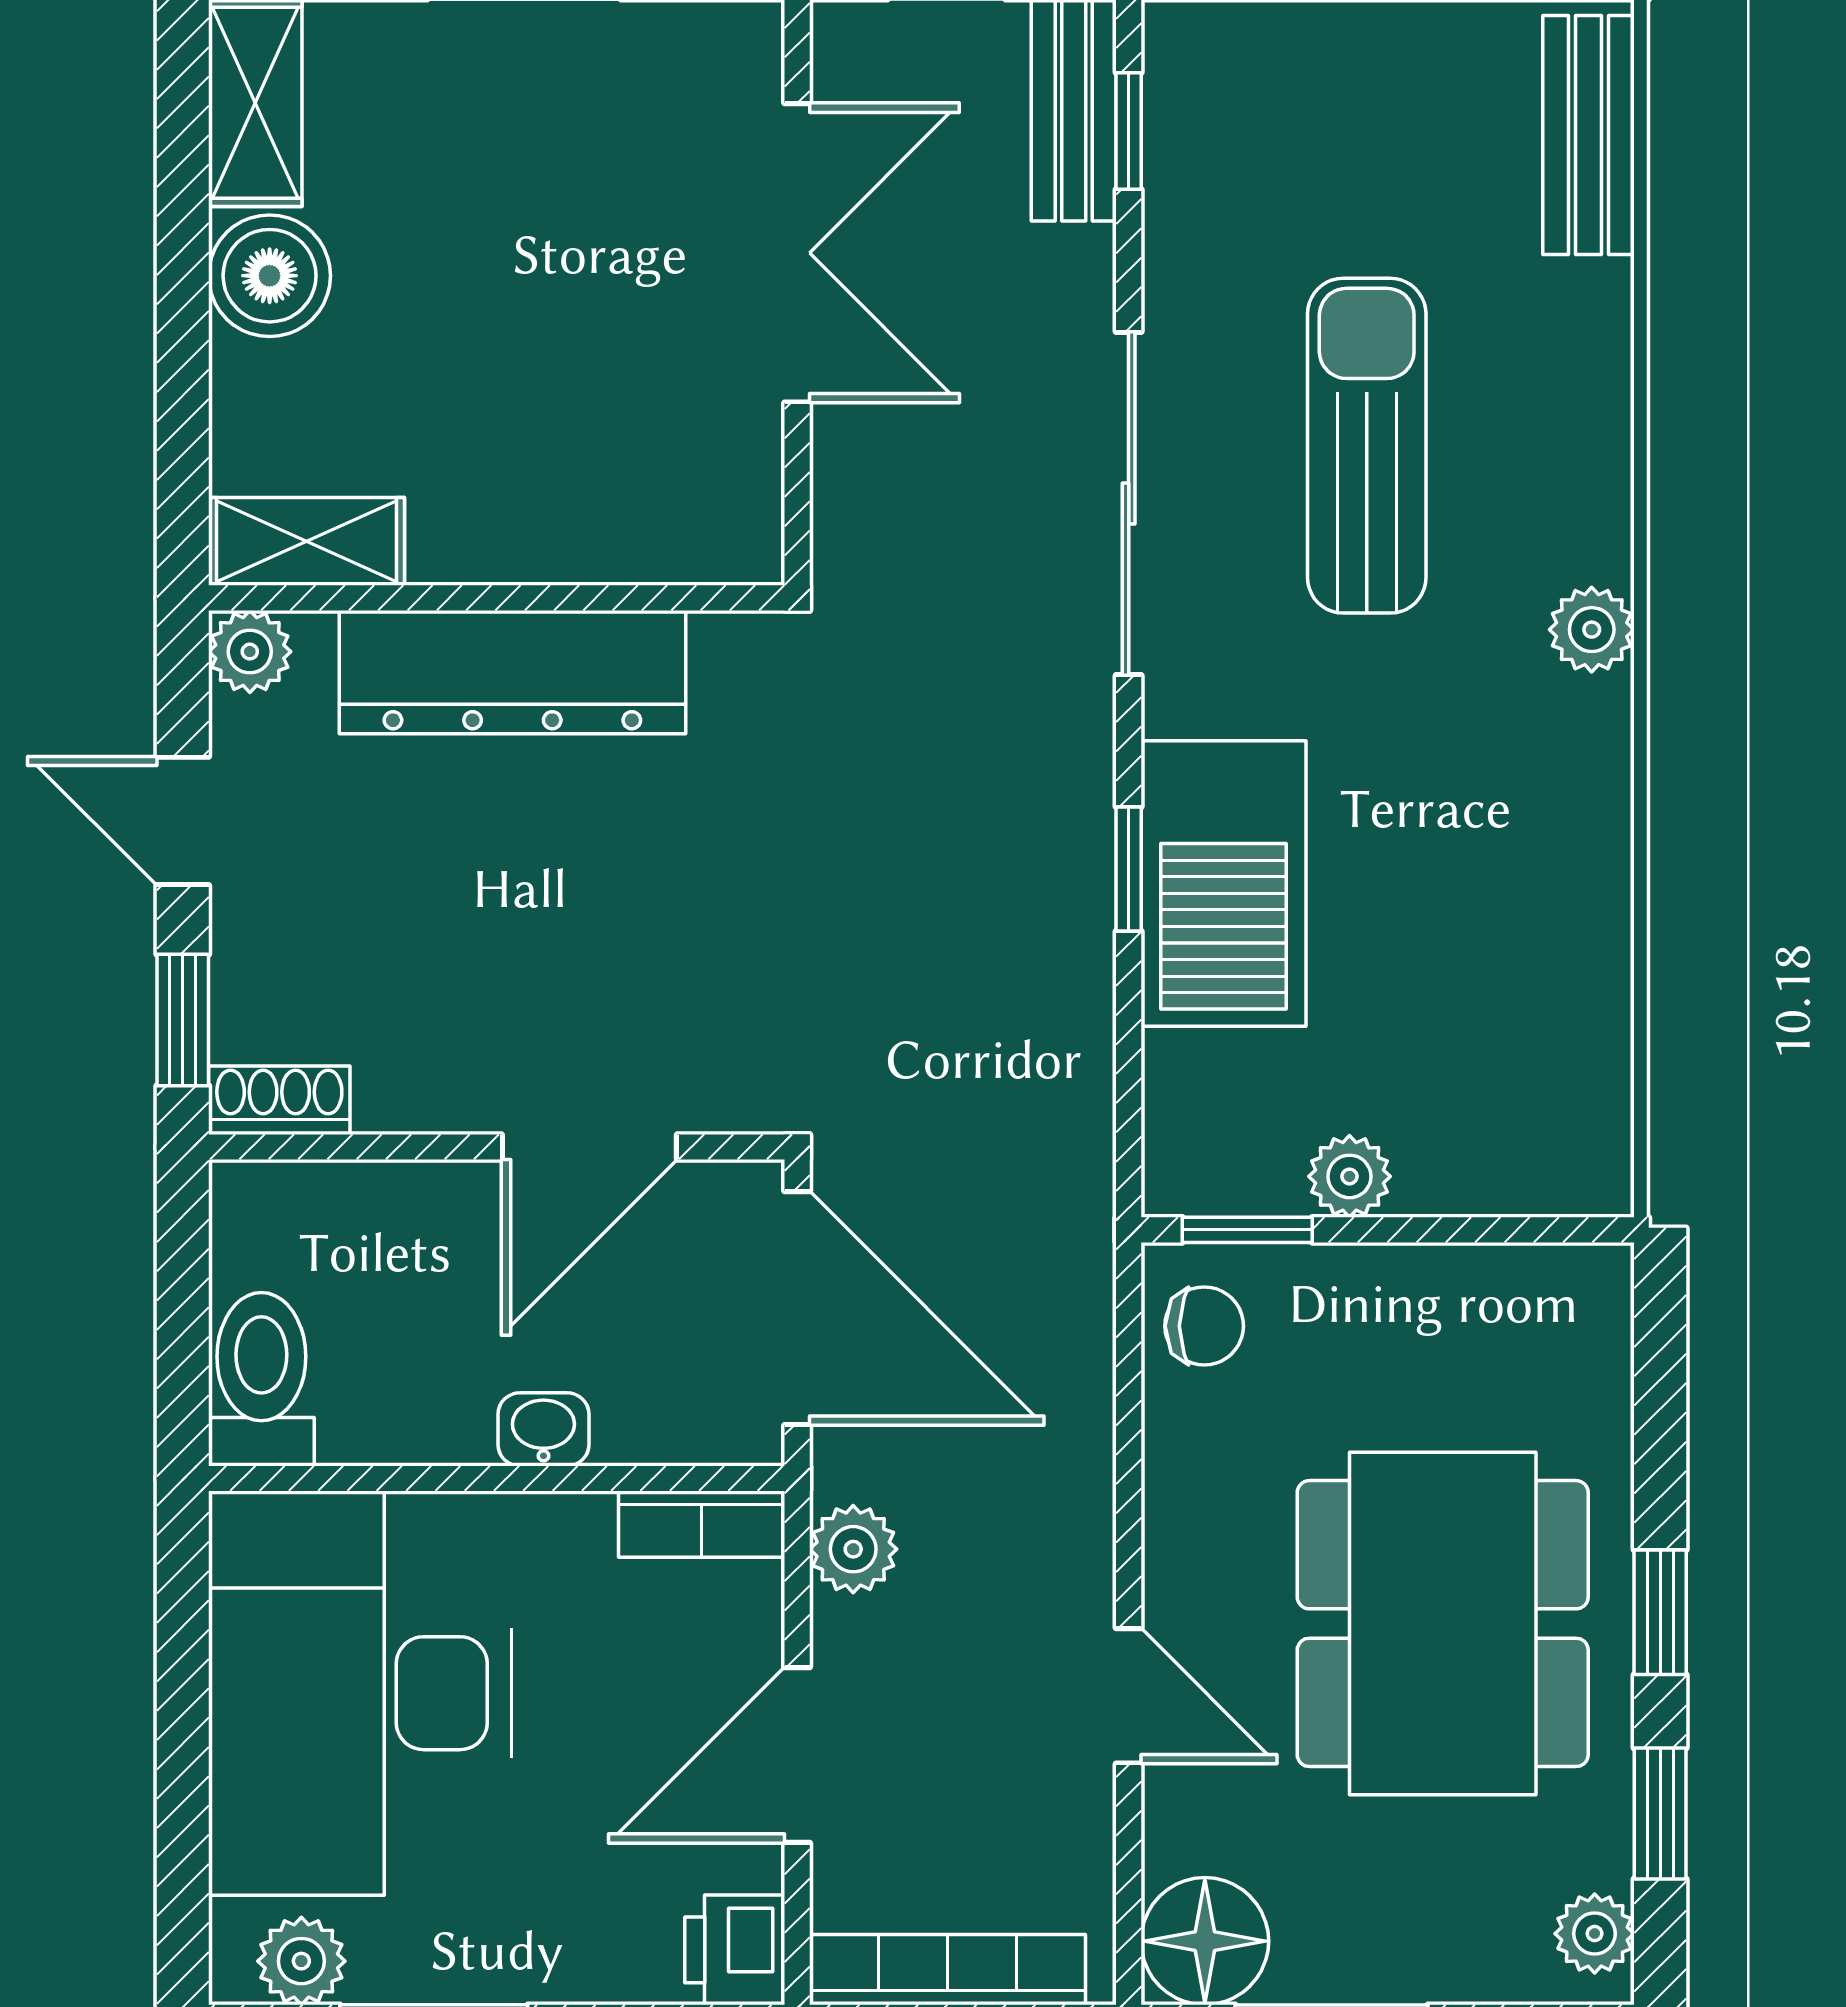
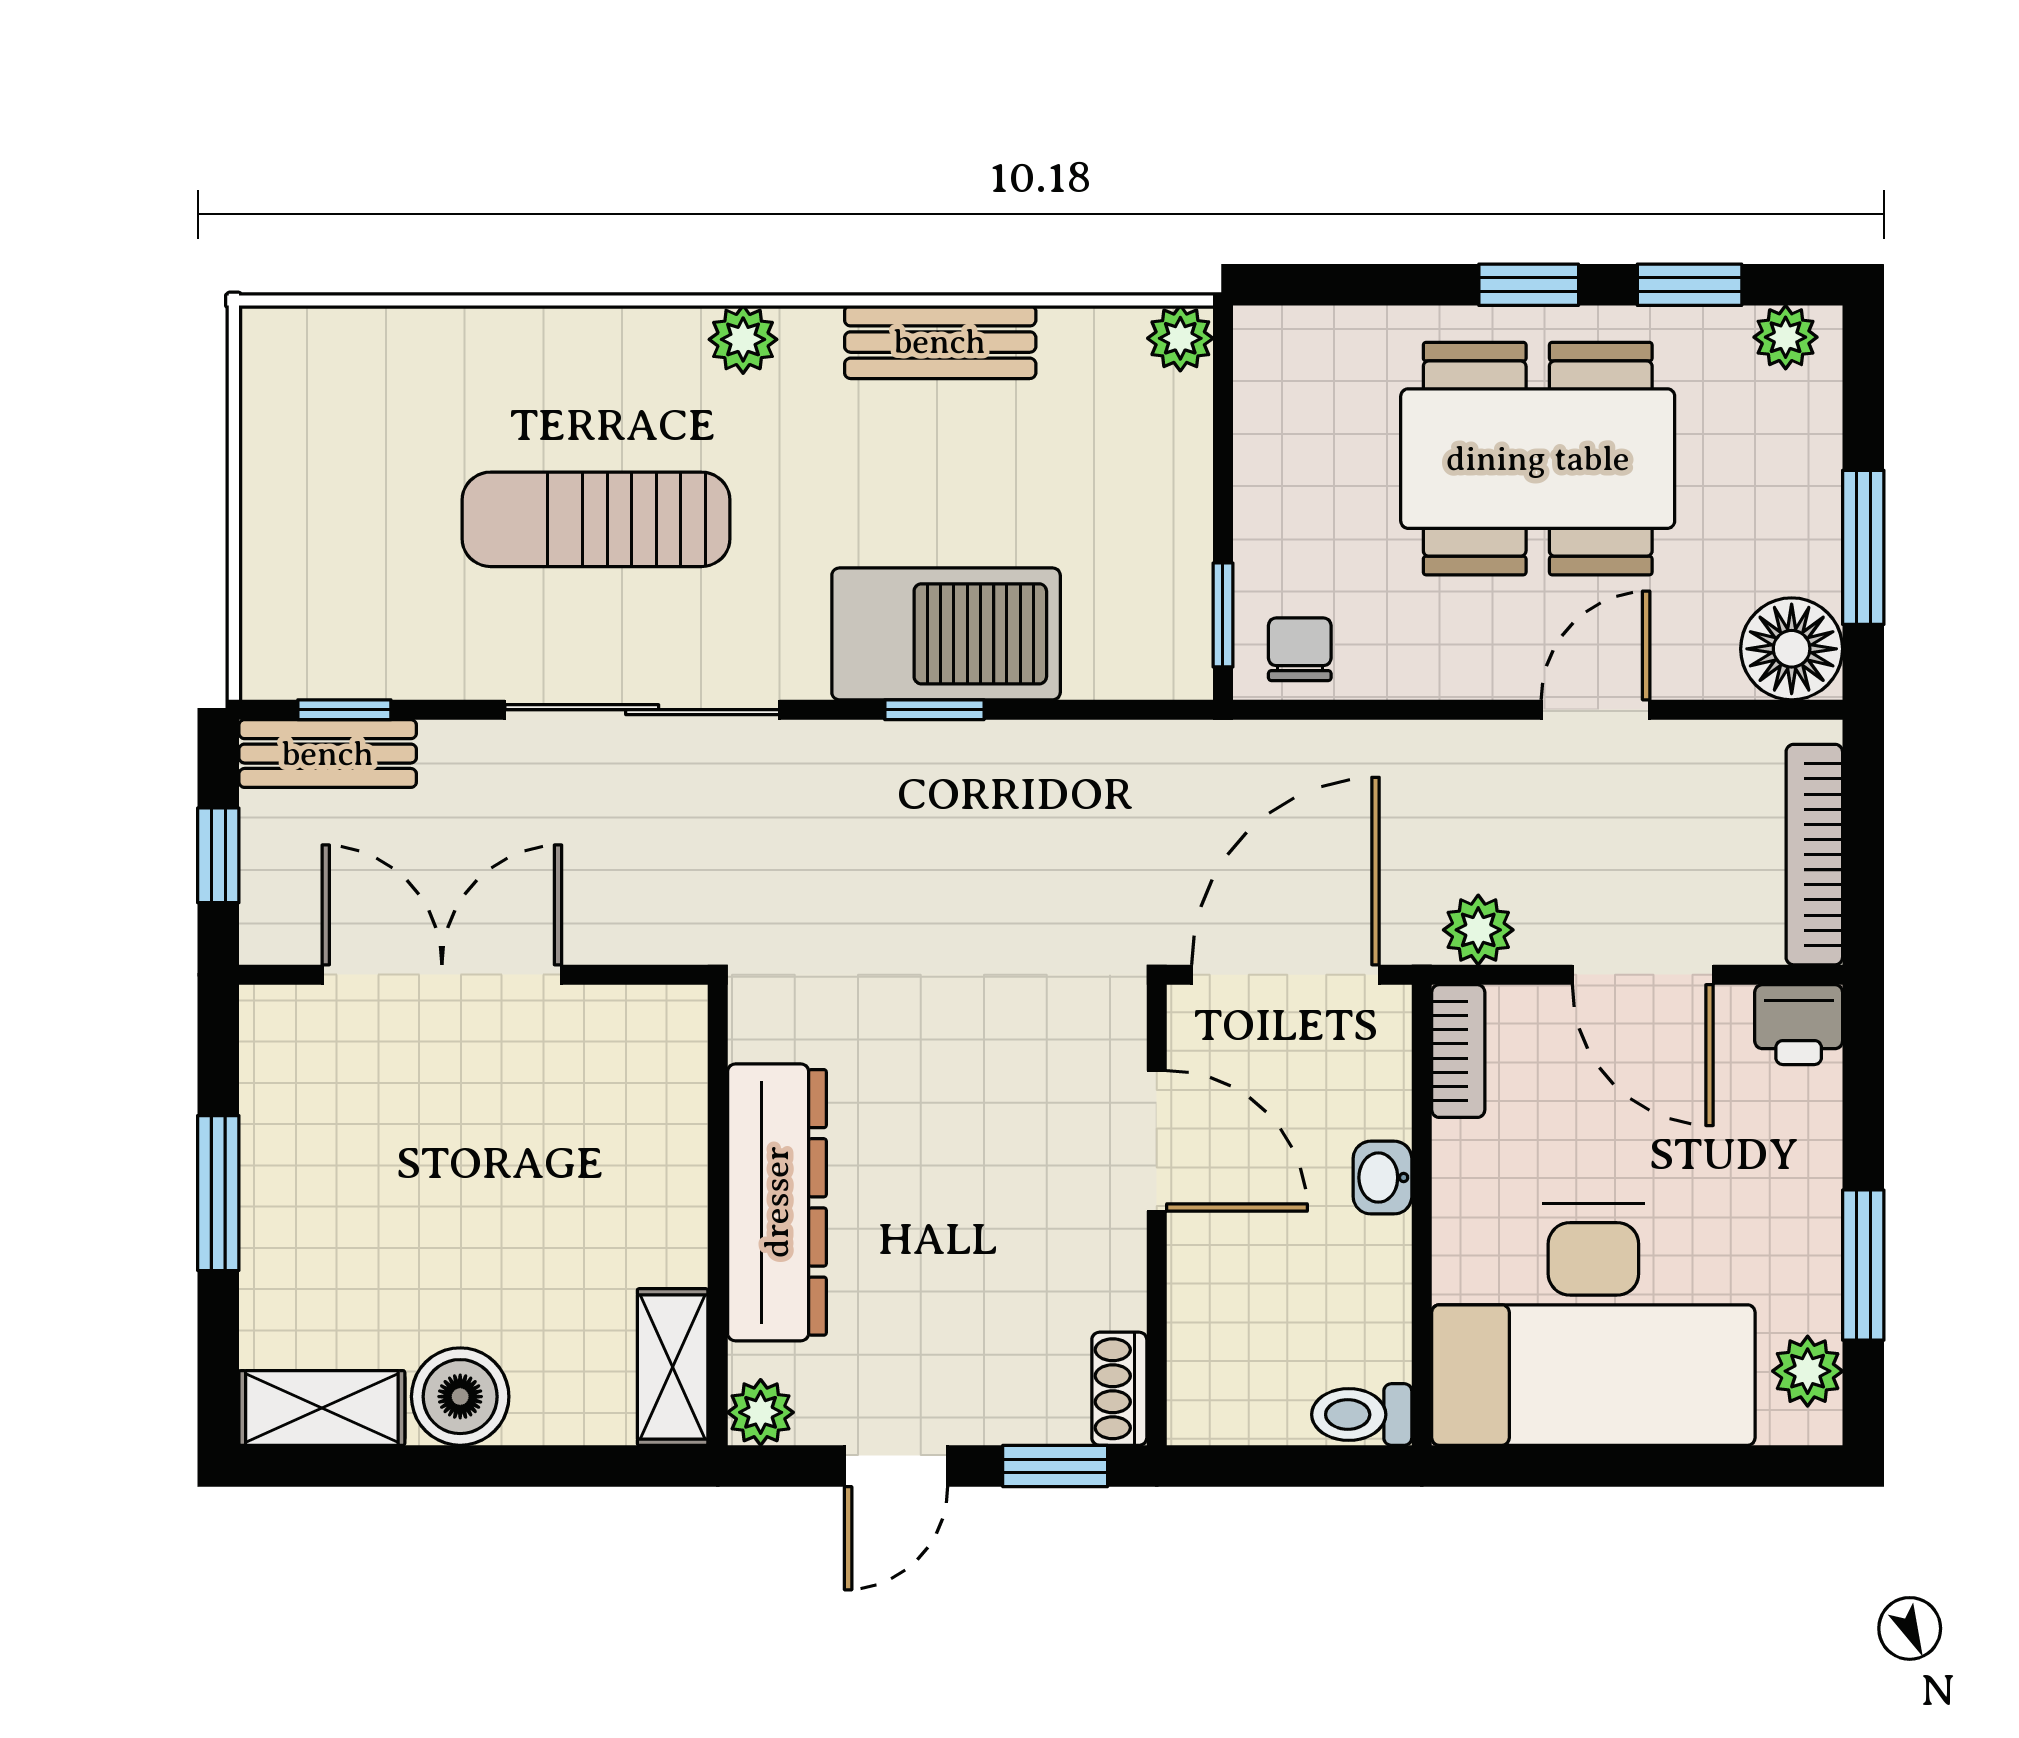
bench: (1589, 135) -> (940, 342), moved
plant: (1349, 1176) -> (1180, 338), moved
toilet: (261, 1379) -> (1362, 1415), width x0.73, depth x0.72

